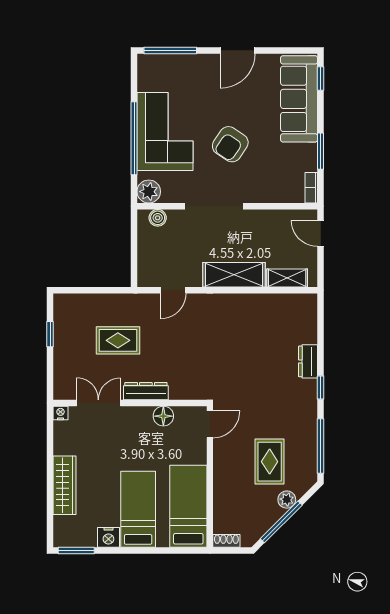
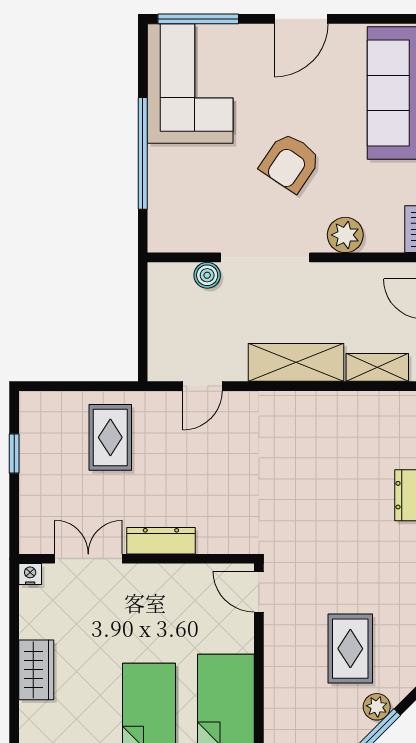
corner sofa: (165, 131) -> (190, 83), moved
plant: (149, 192) -> (345, 235), moved
boiler: (158, 218) -> (207, 275), moved
rug: (118, 340) -> (110, 437), moved, turned 90
floor lamp: (163, 416) -> (188, 579), removed
door: (210, 424) -> (259, 592), swing flipped
wardrobe: (64, 485) -> (36, 670), width x0.67

